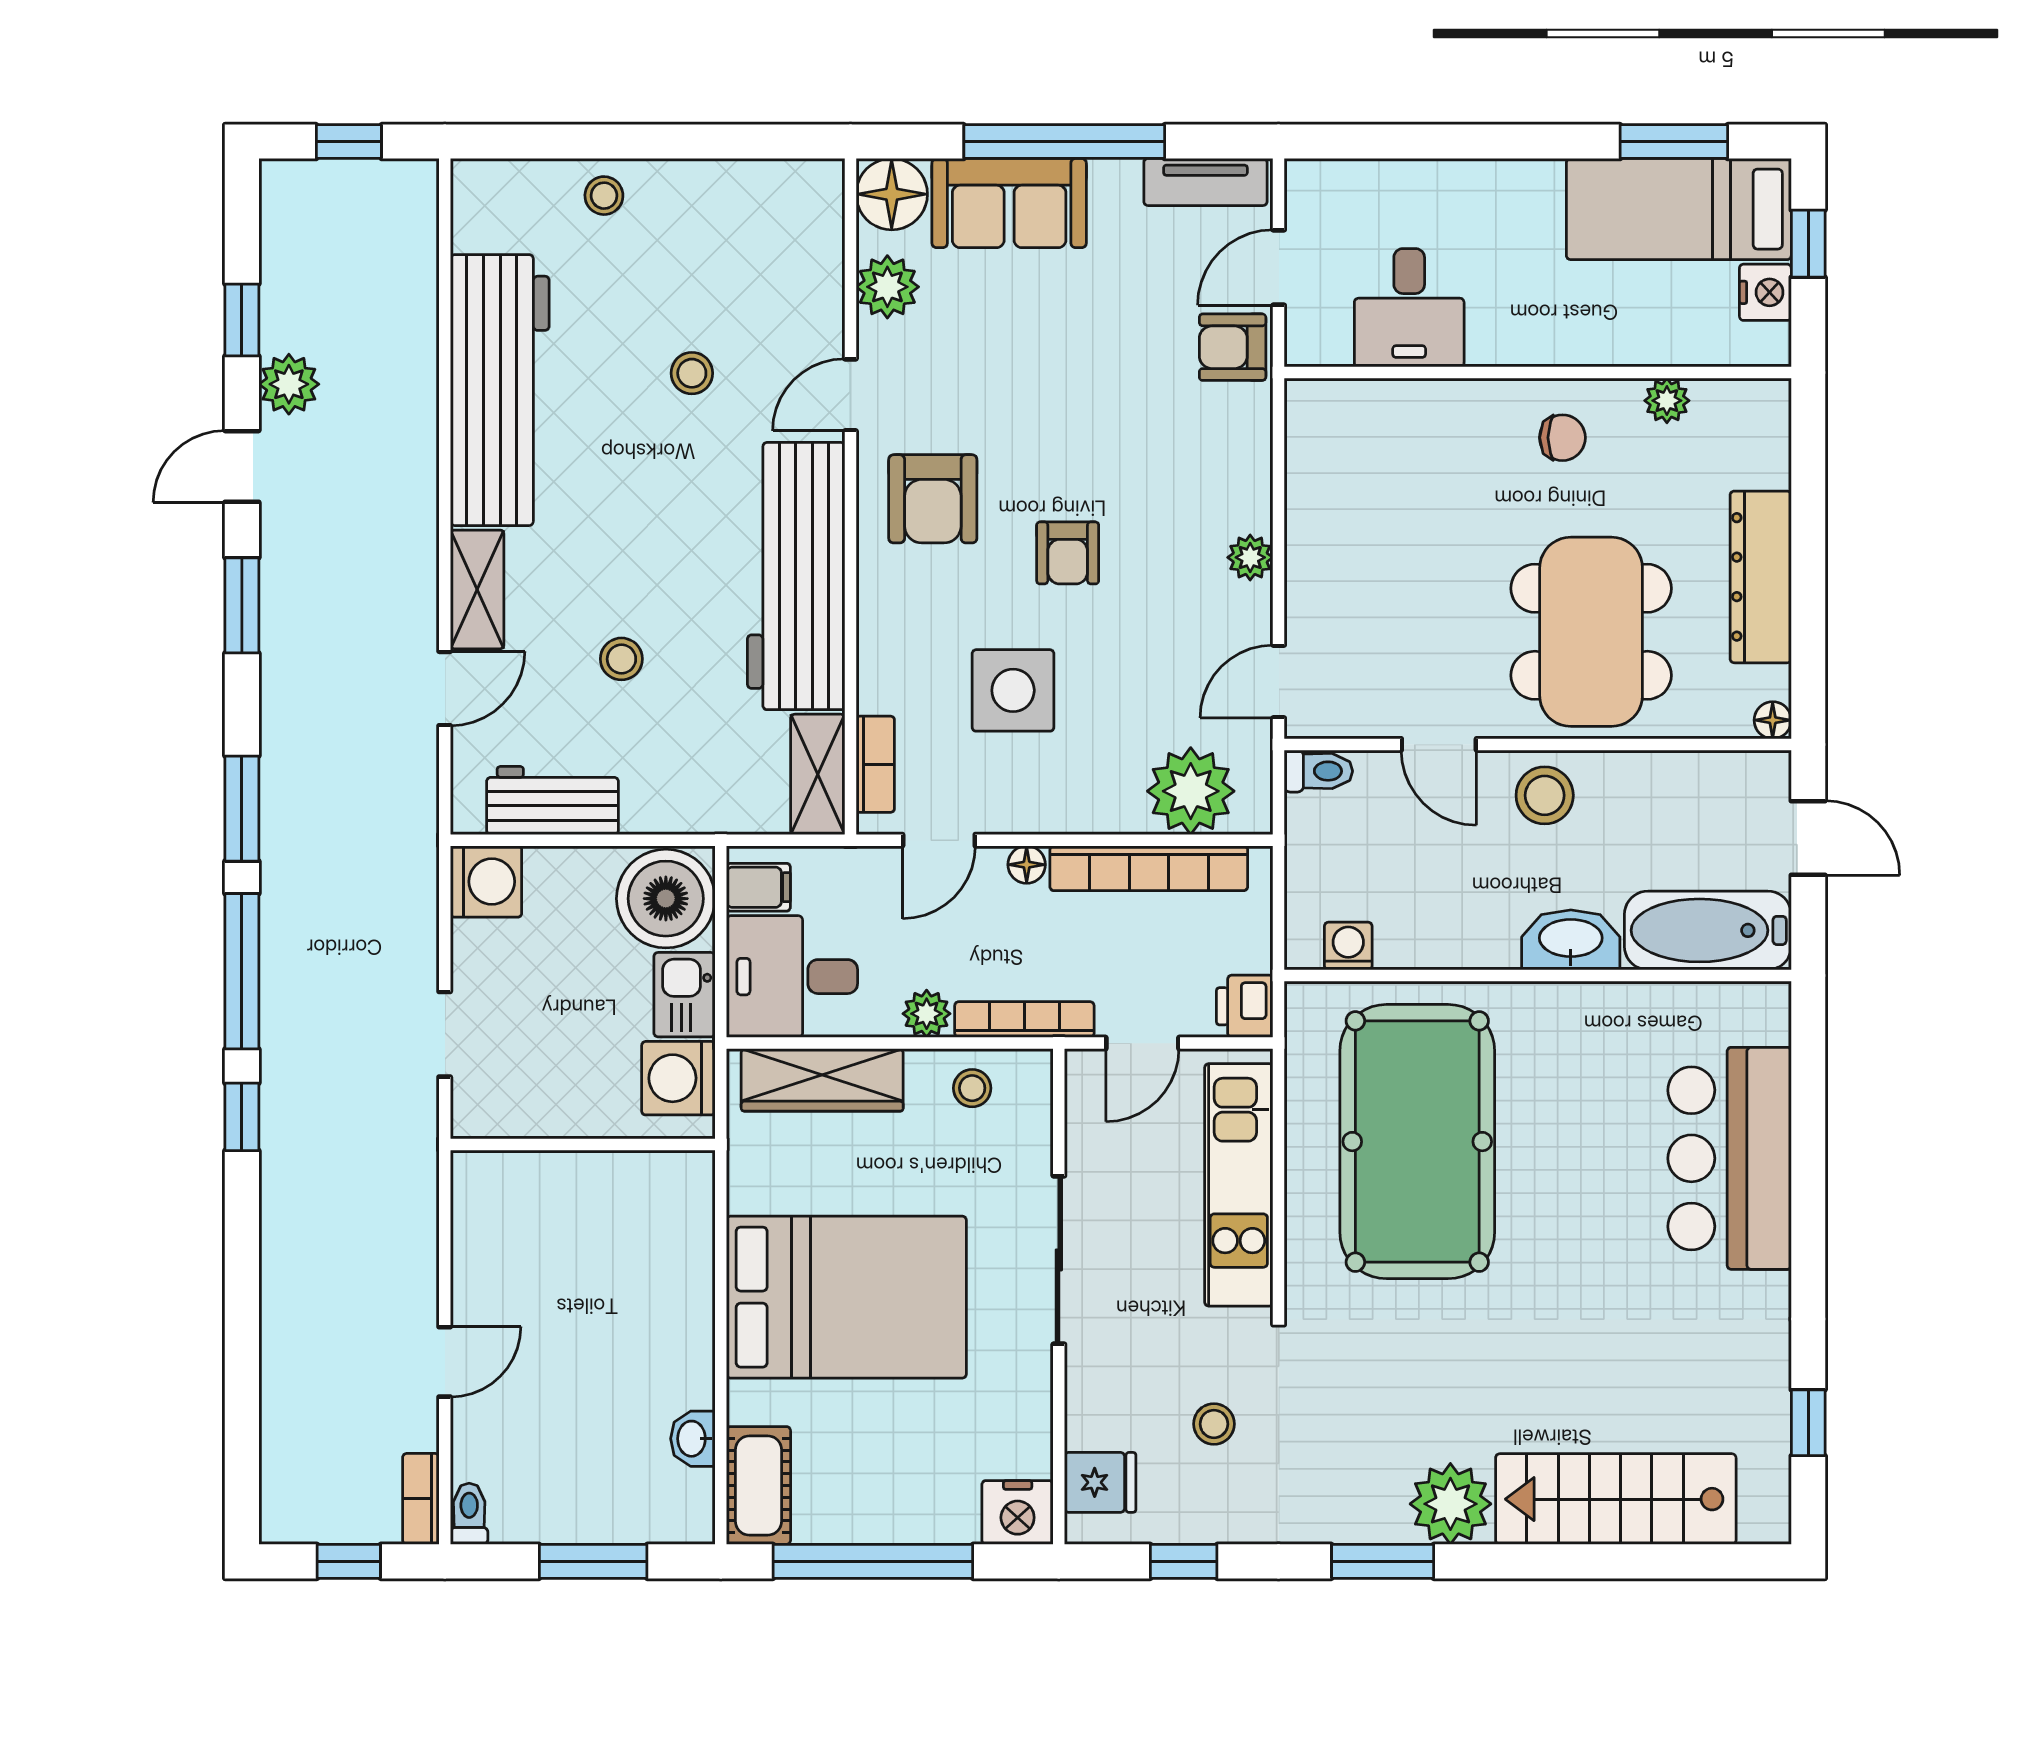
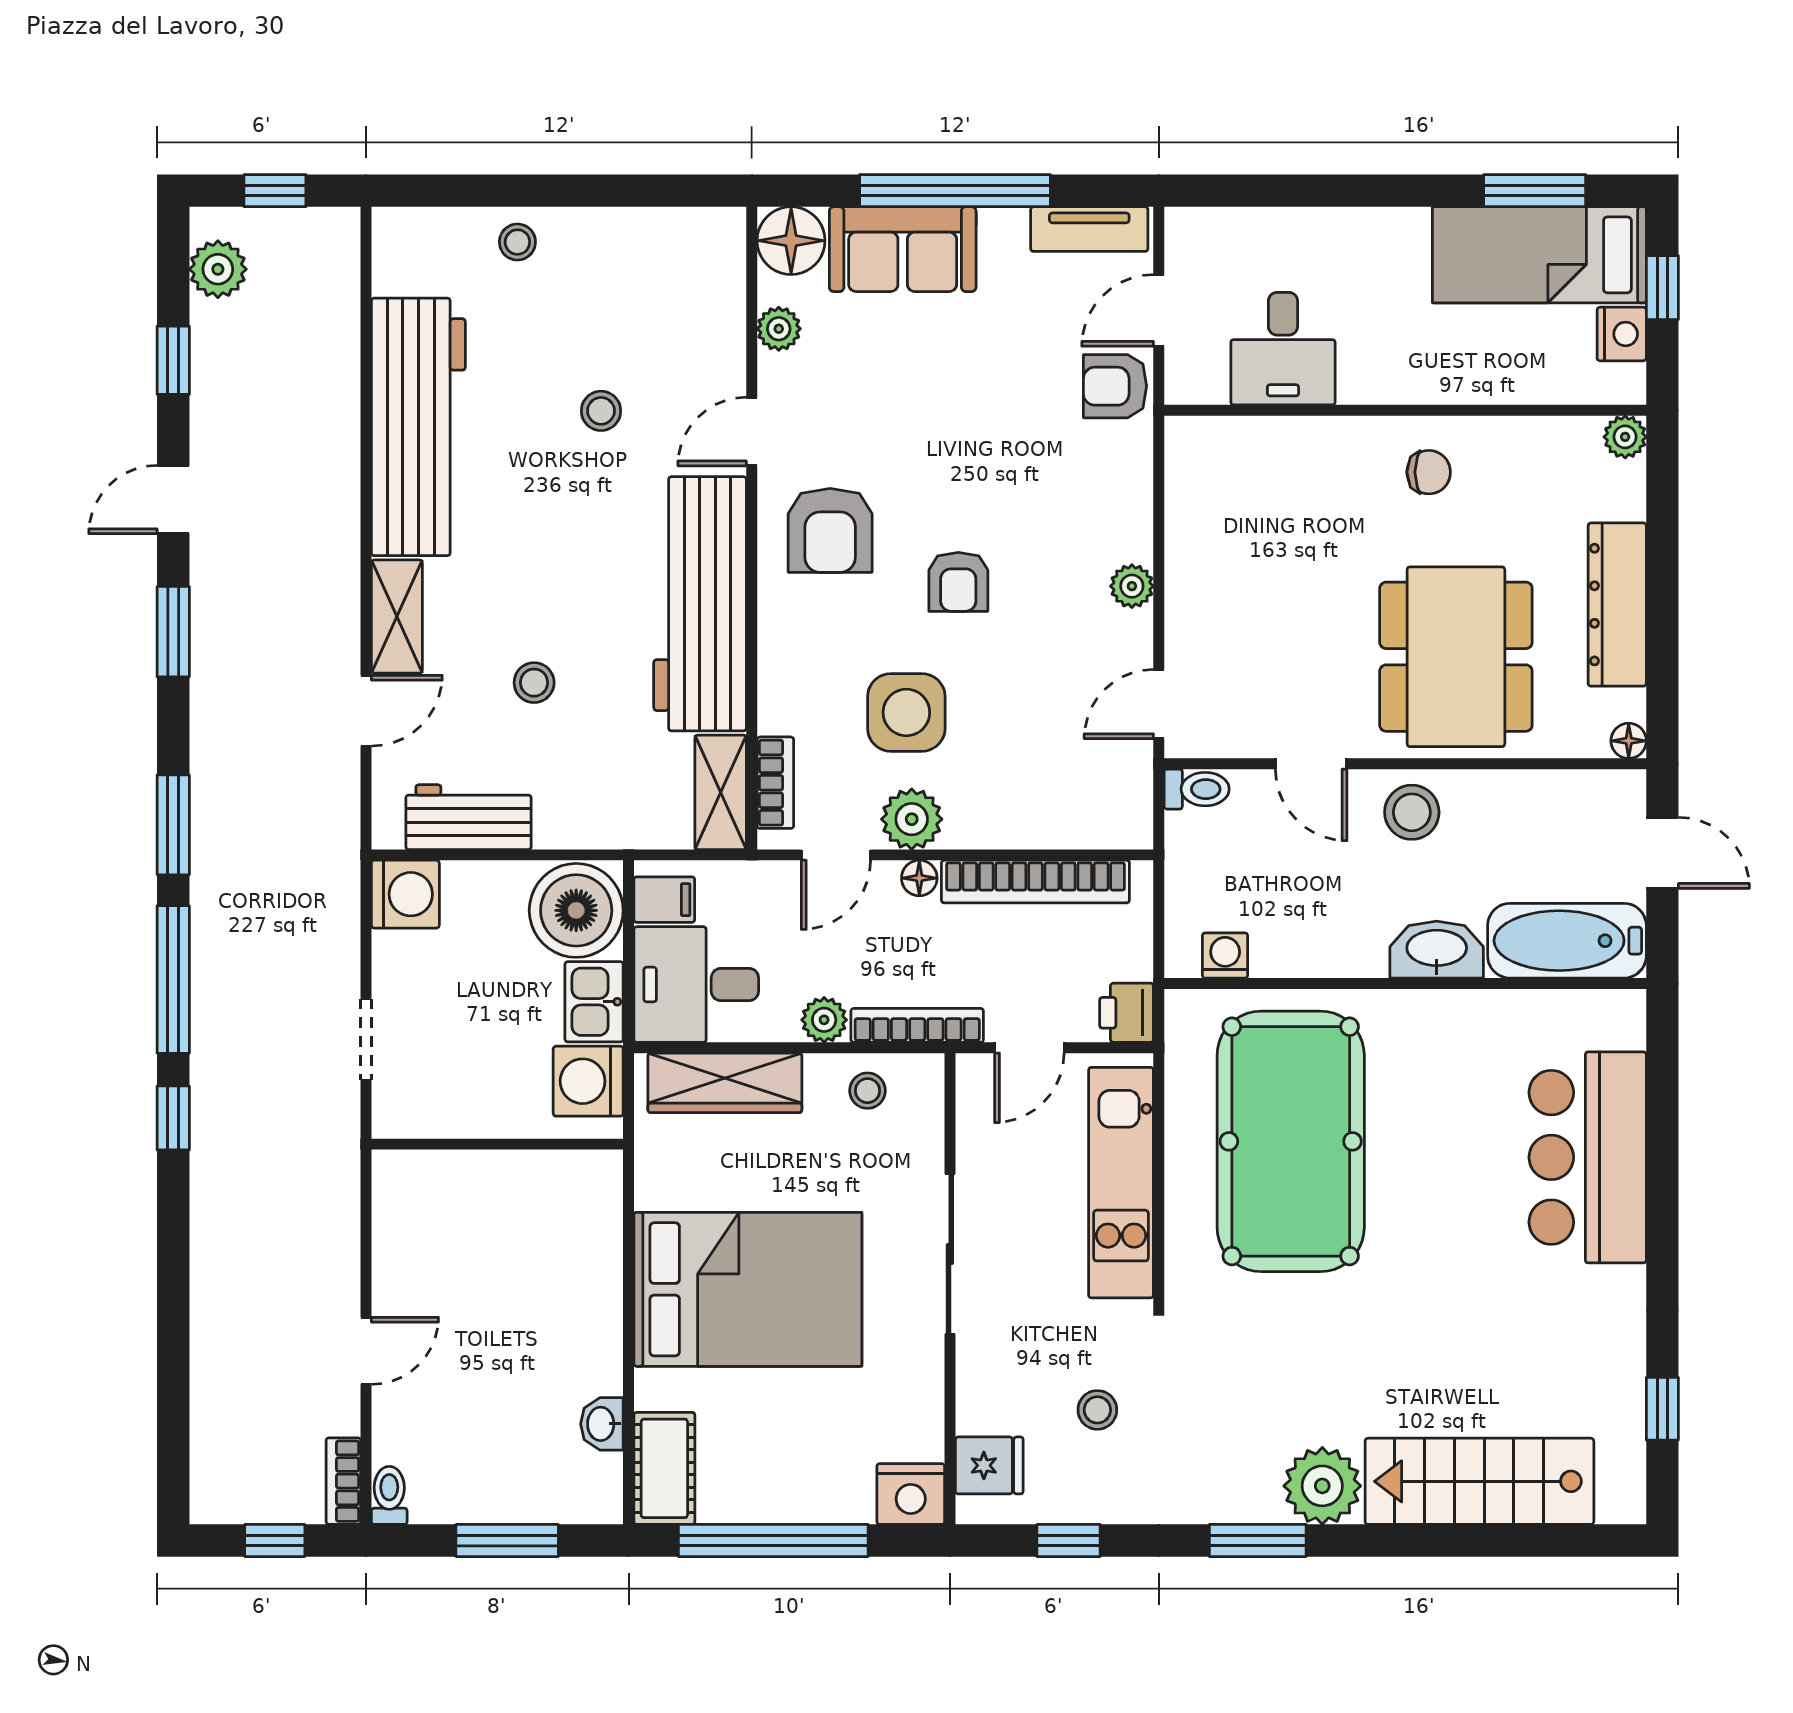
plant: (887, 287) -> (779, 329), width x0.73, depth x0.73
plant: (289, 384) -> (218, 269), moved
plant: (1667, 401) -> (1625, 437), moved
plant: (1191, 791) -> (912, 819), moved, width x0.73, depth x0.73

